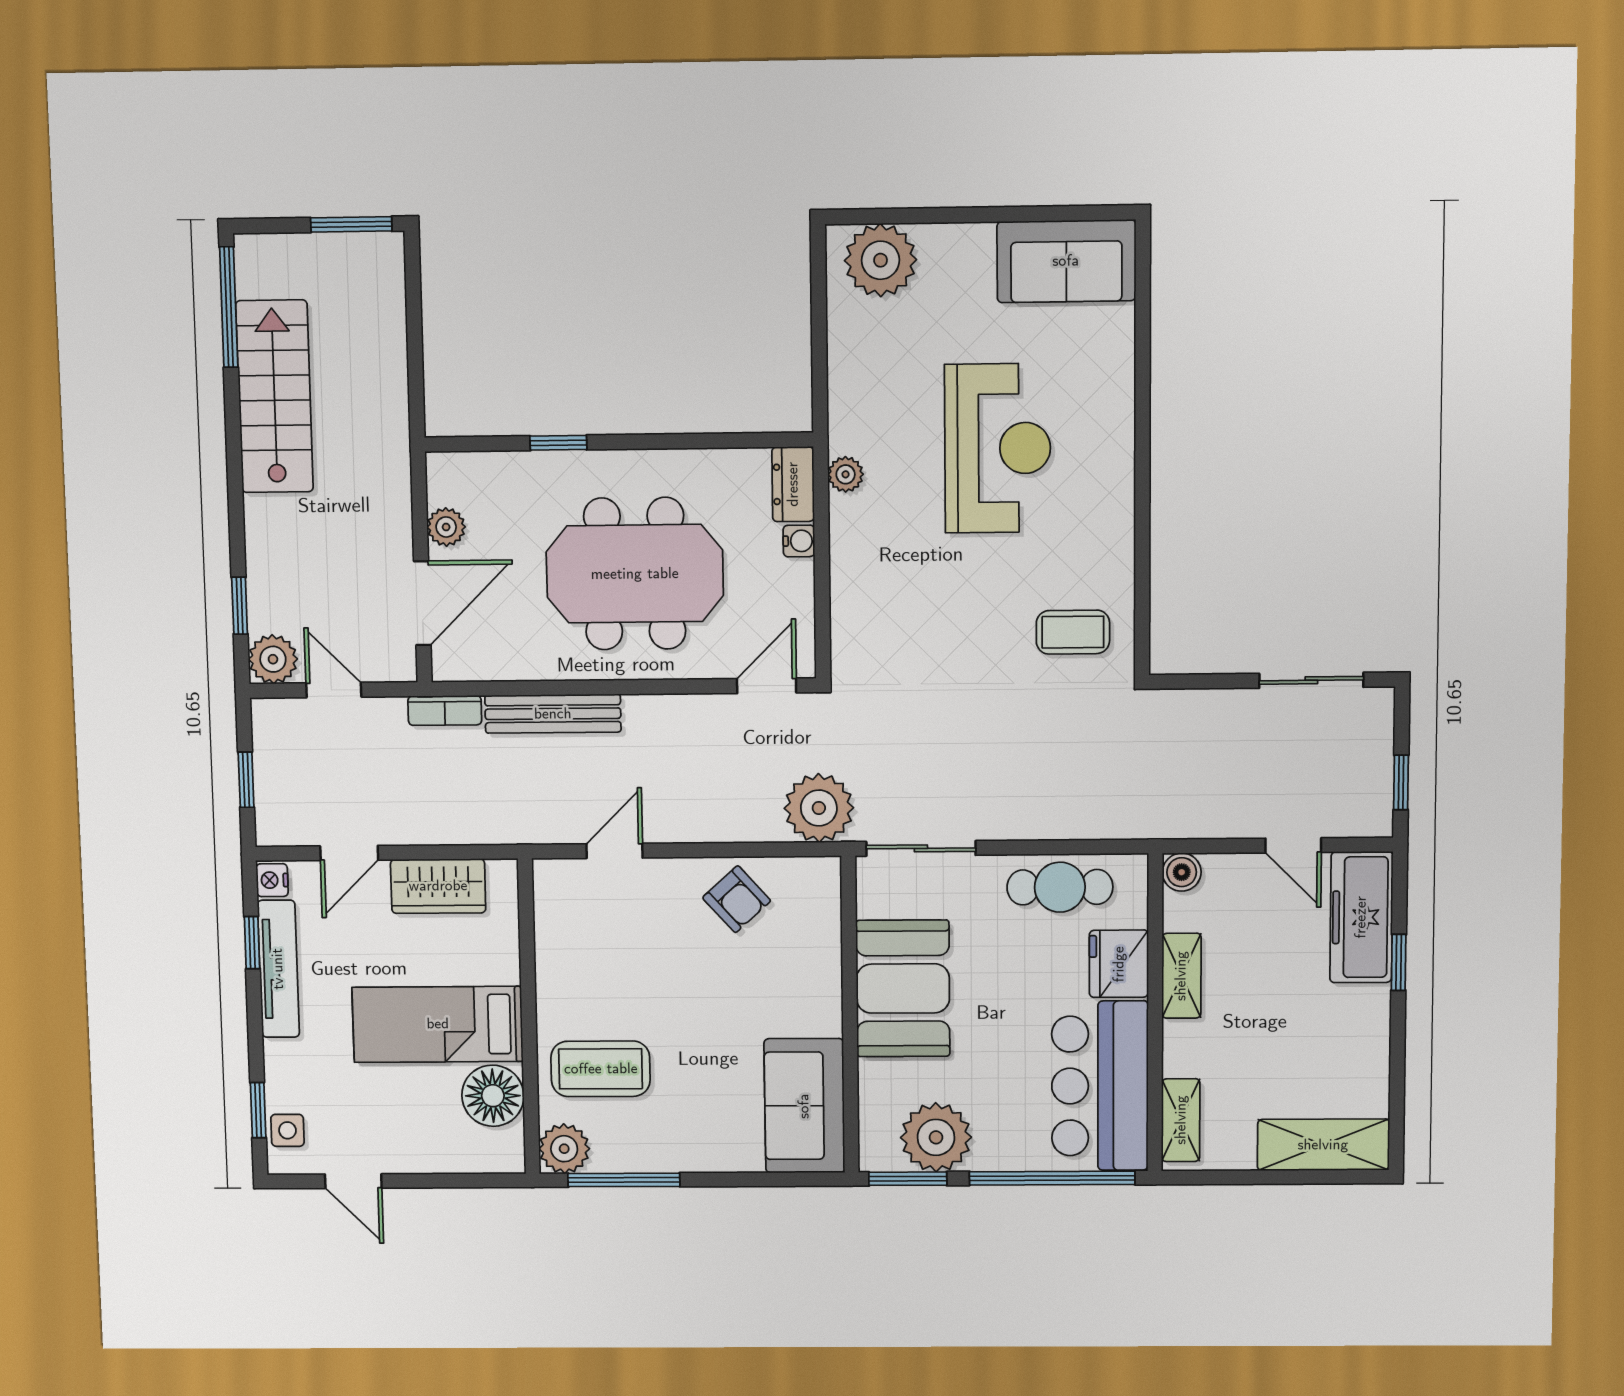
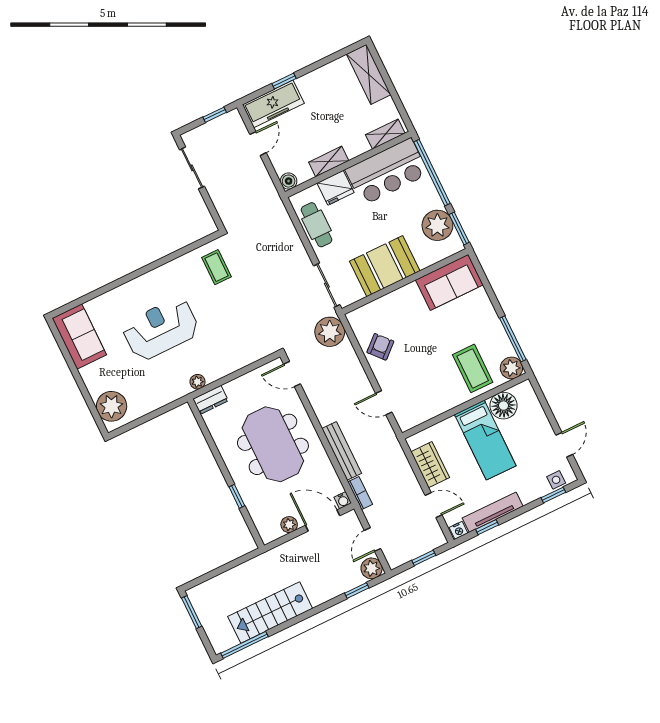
water cooler: (799, 541) -> (343, 500), moved, turned 180

